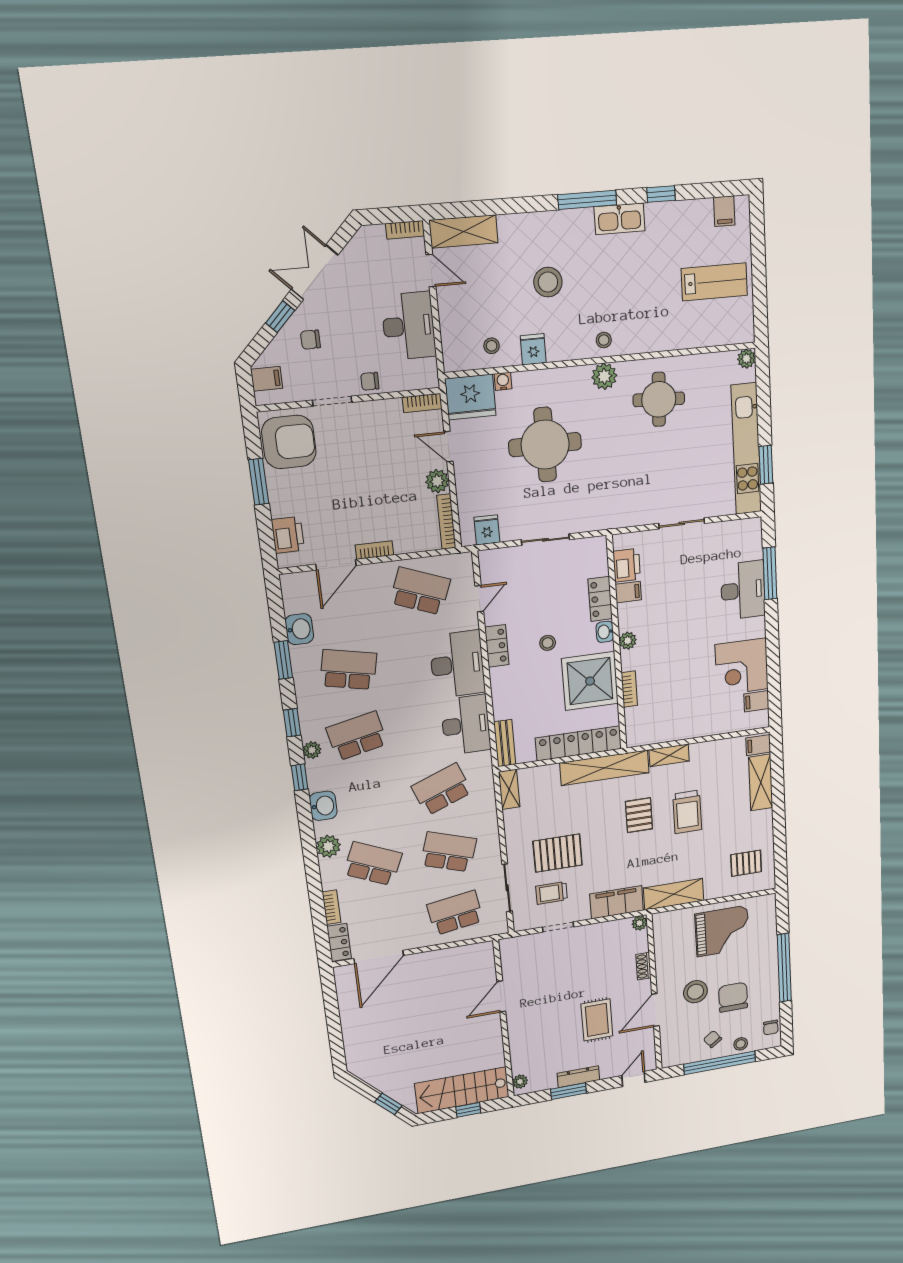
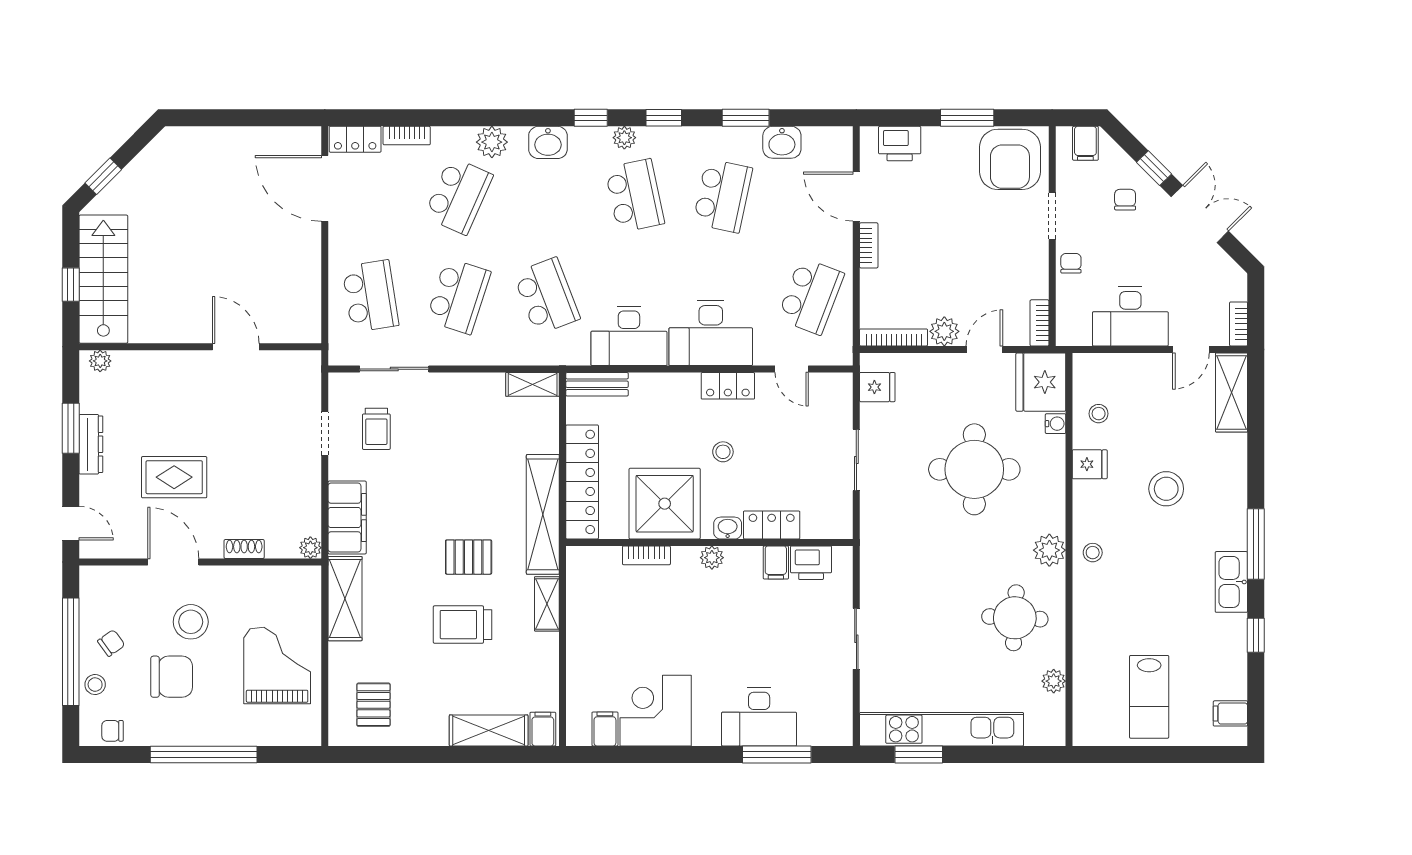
plant: (746, 359) -> (1054, 681), moved
pallet: (558, 853) -> (432, 442), removed
trolley: (552, 893) -> (376, 429), turned 180
grand piano: (722, 931) -> (277, 665), turned 180

